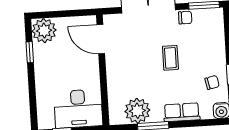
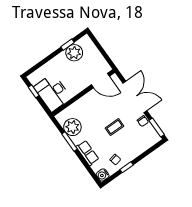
plant: (44, 31) -> (74, 53), moved
door: (101, 39) -> (100, 81), swing flipped

